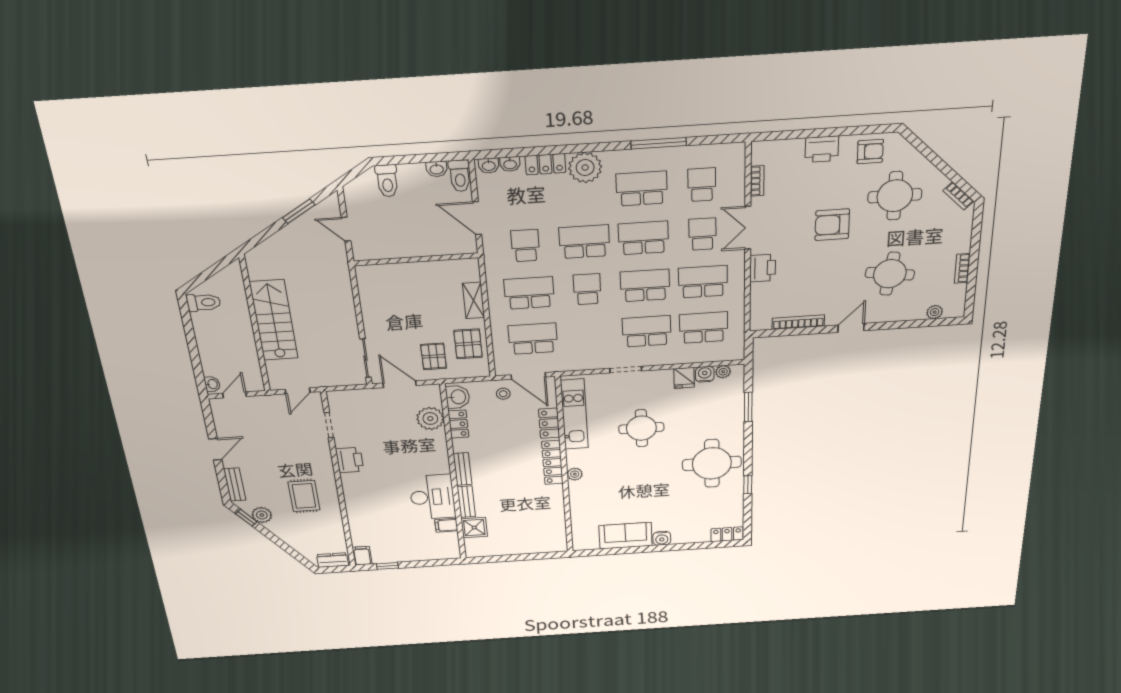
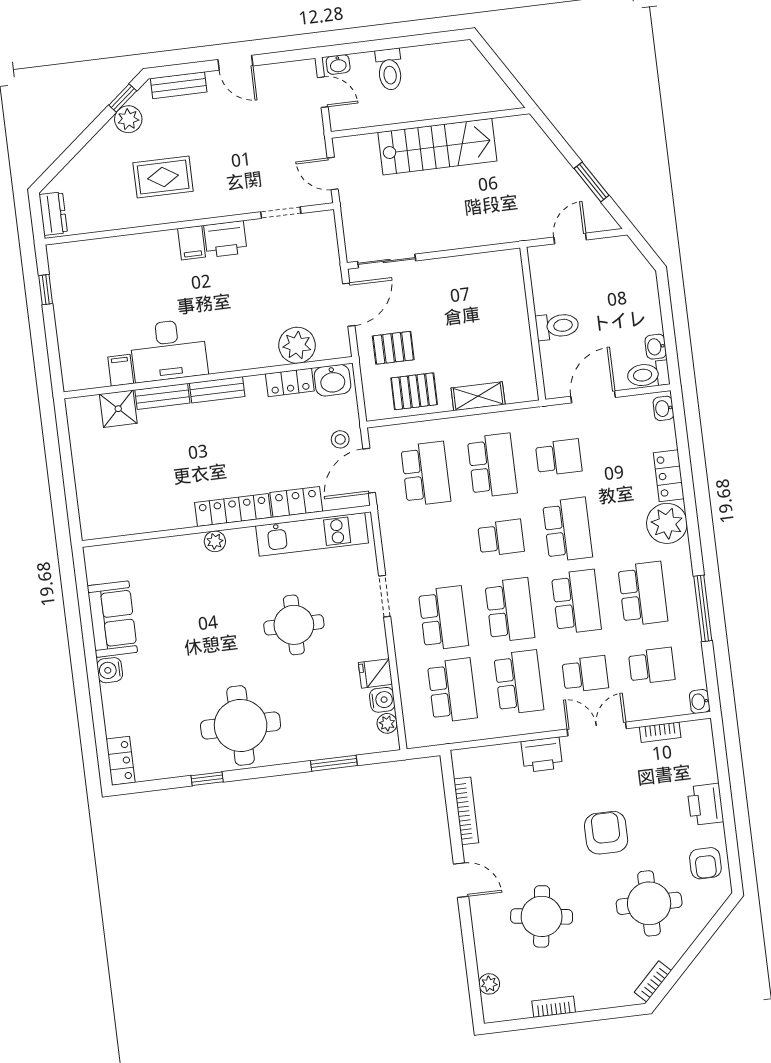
washbasin: (510, 164) -> (700, 701), moved
toilet: (387, 181) -> (557, 326), moved, turned 180
toilet: (204, 303) -> (389, 69), moved
filing cabinet: (362, 556) -> (192, 243), moved, turned 90

